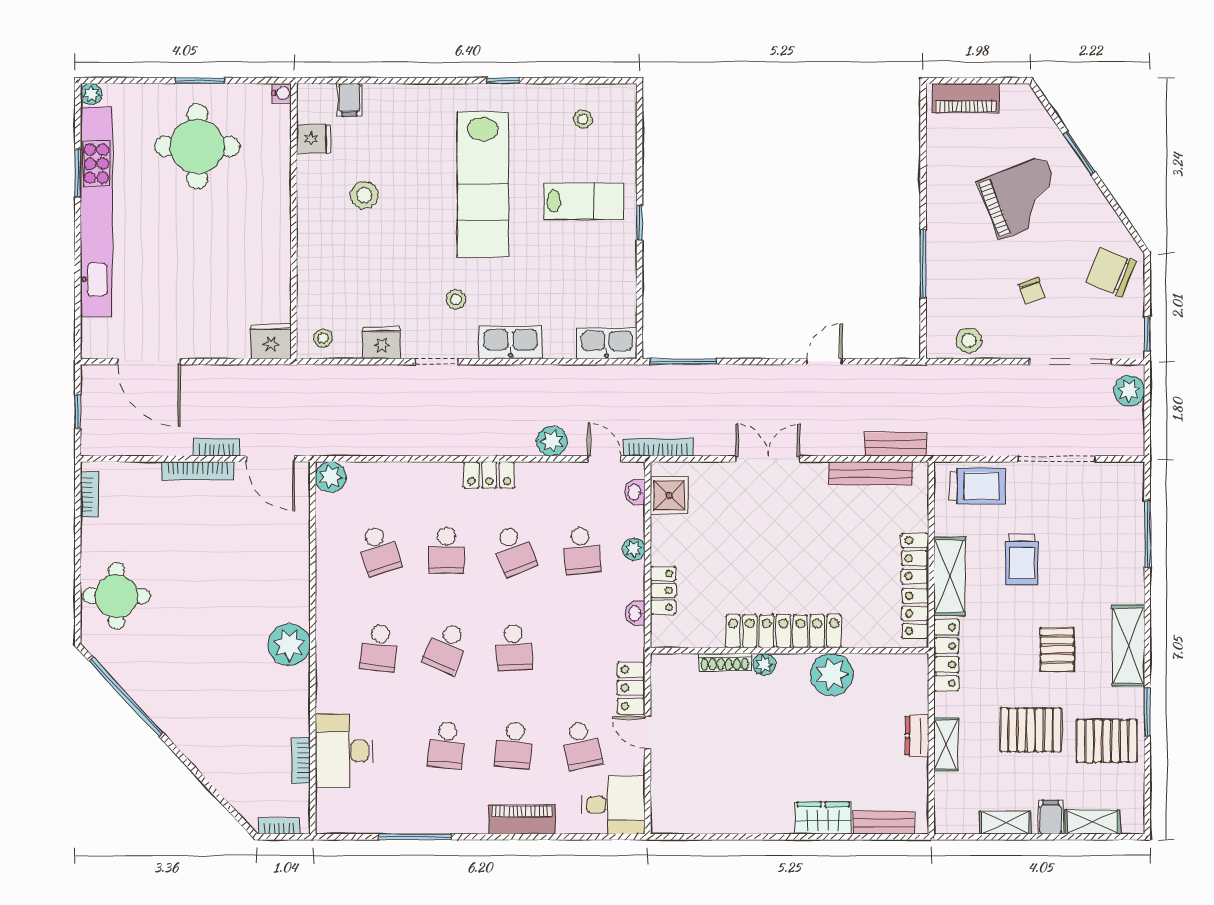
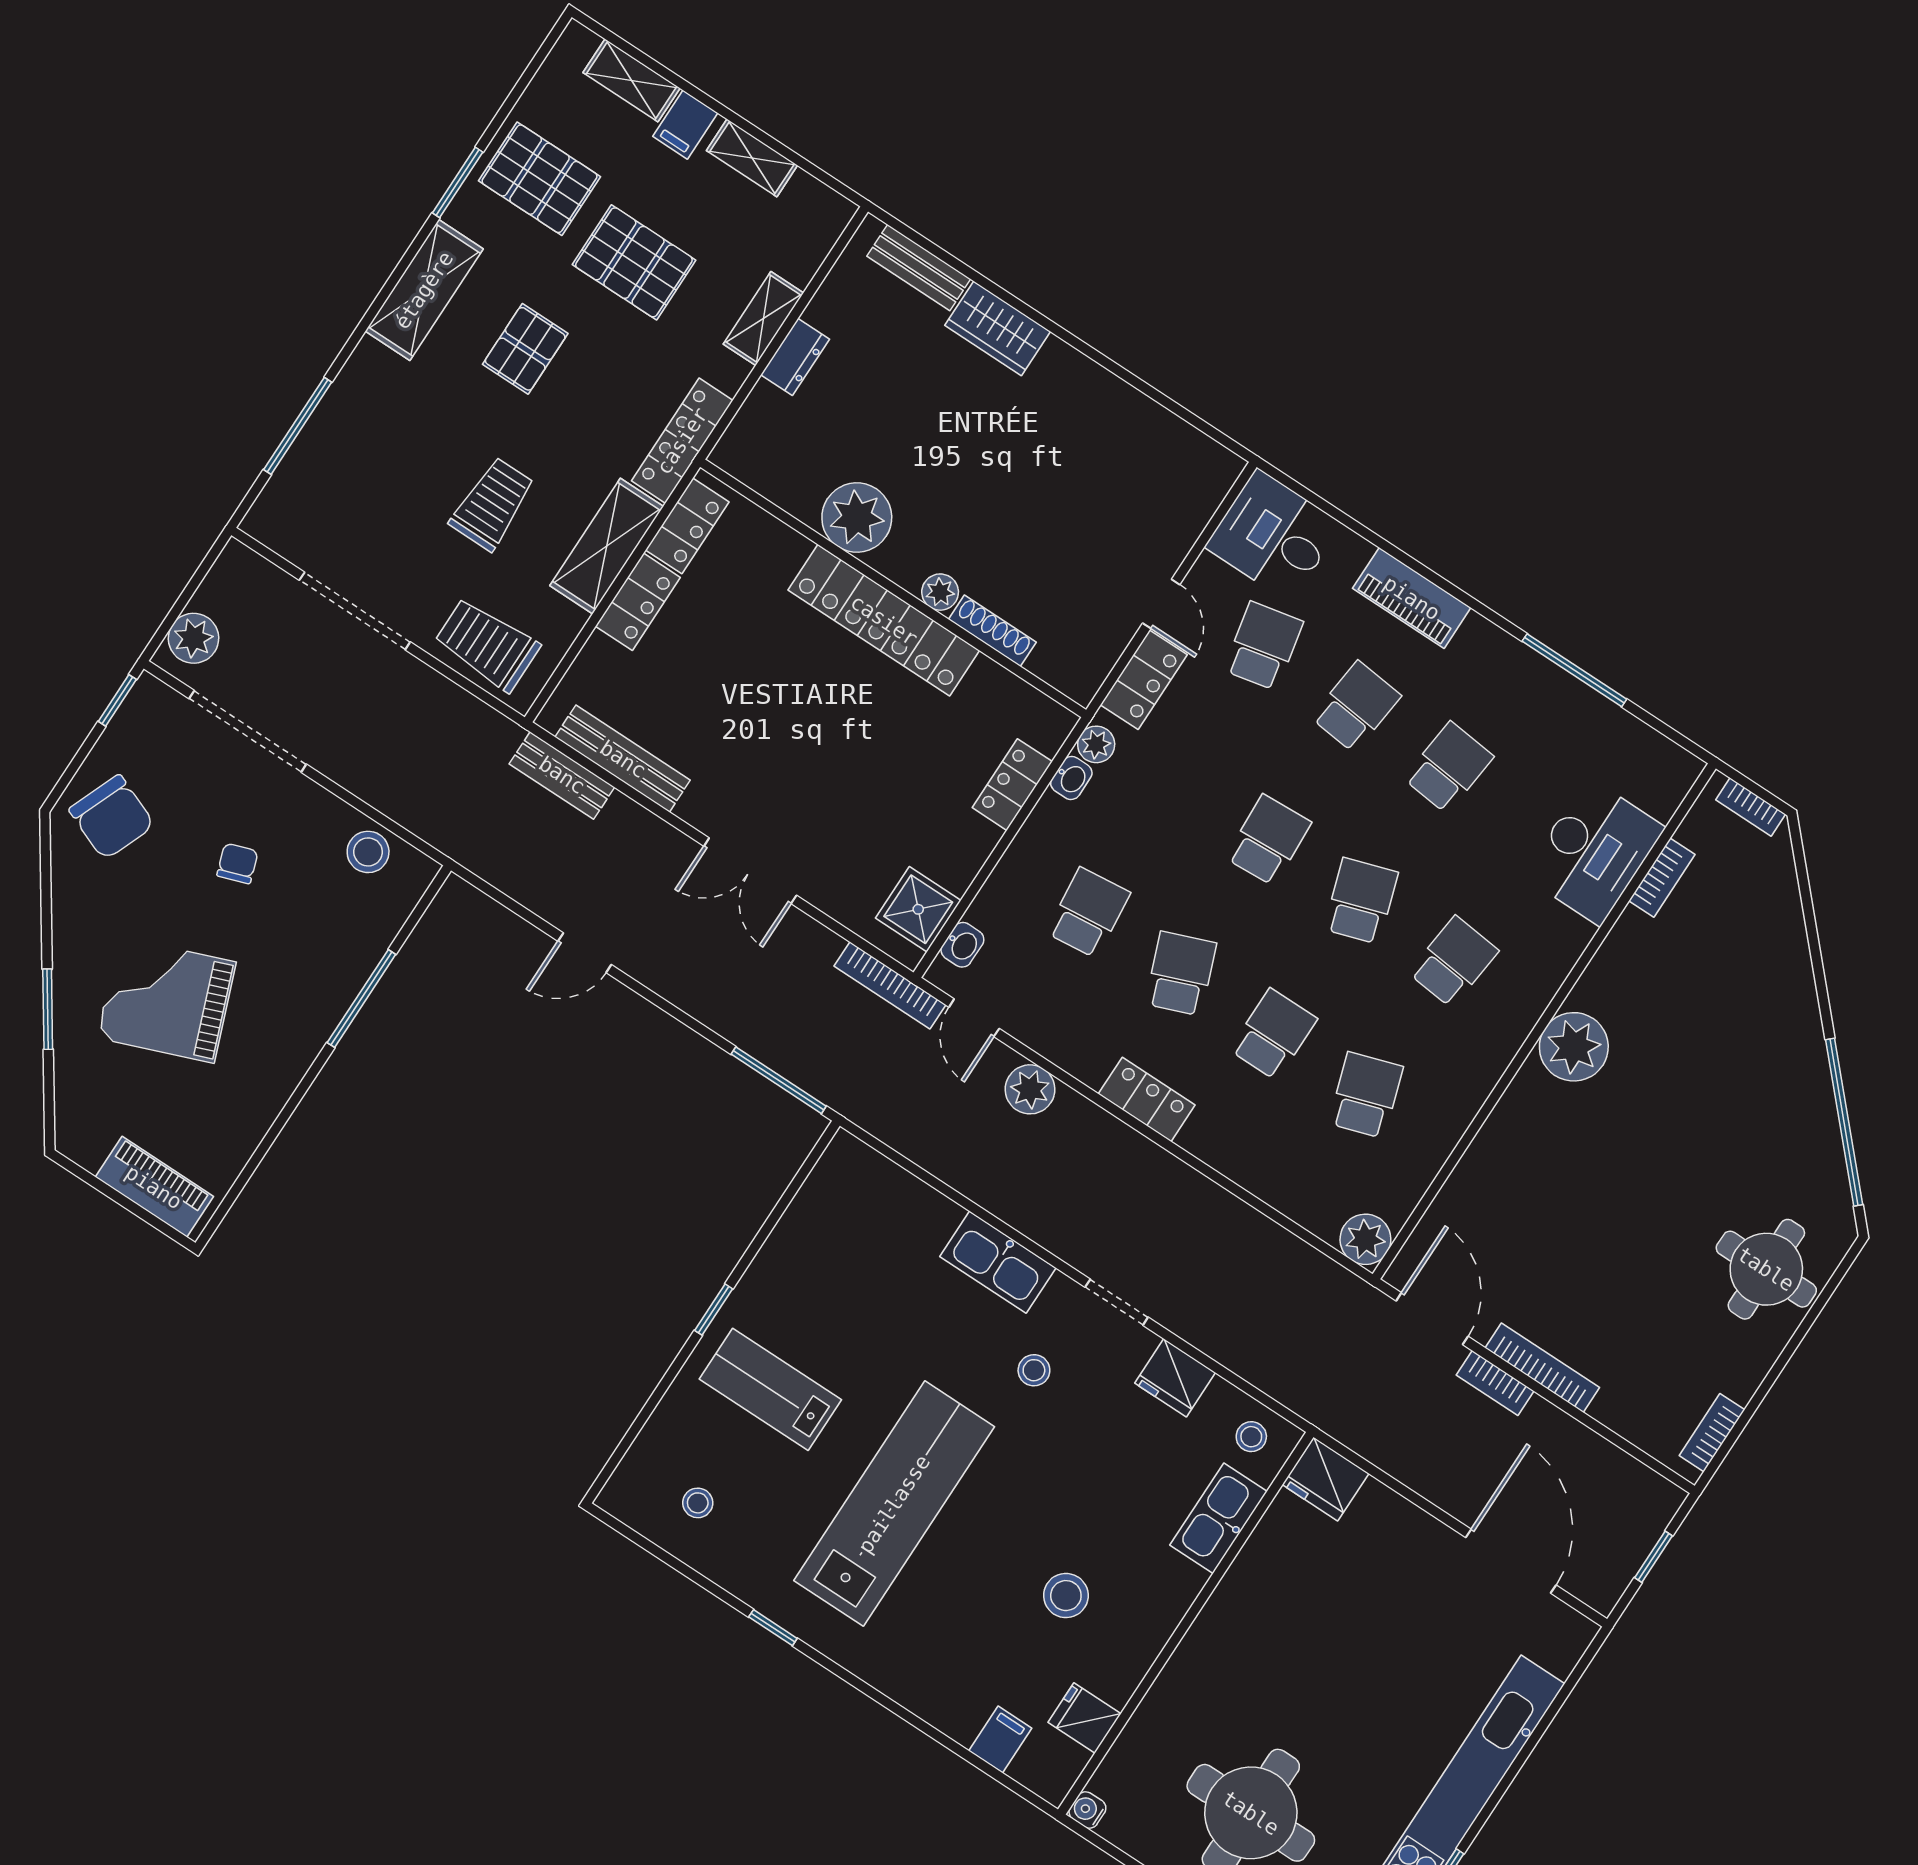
kitchen sink: (607, 343) -> (1218, 1518), moved, turned 90
plant: (634, 549) -> (1096, 744), moved
school desk: (446, 648) -> (1361, 901), turned -42

